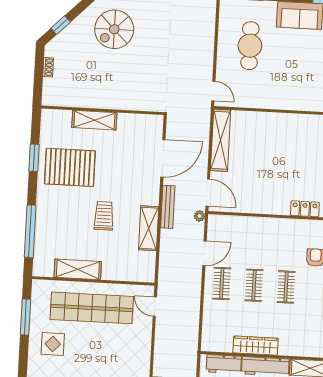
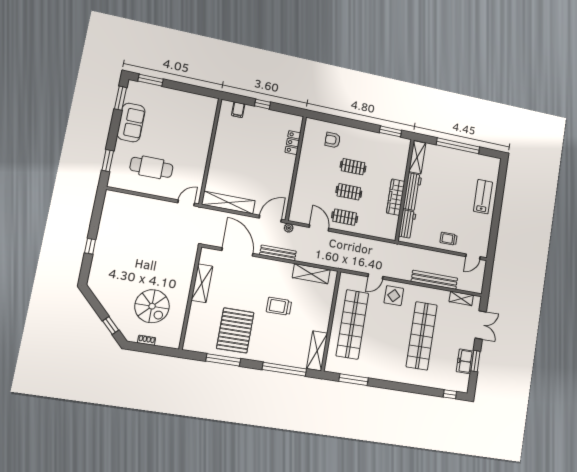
spiral stairs: (114, 29) -> (152, 306), moved
shelving: (94, 120) -> (202, 283), moved
window: (34, 158) -> (223, 360), width x1.44
shelving: (149, 228) -> (311, 274), moved
shelving: (78, 269) -> (317, 351), moved
door: (155, 307) -> (375, 276), moved
display table: (53, 344) -> (394, 296), moved

